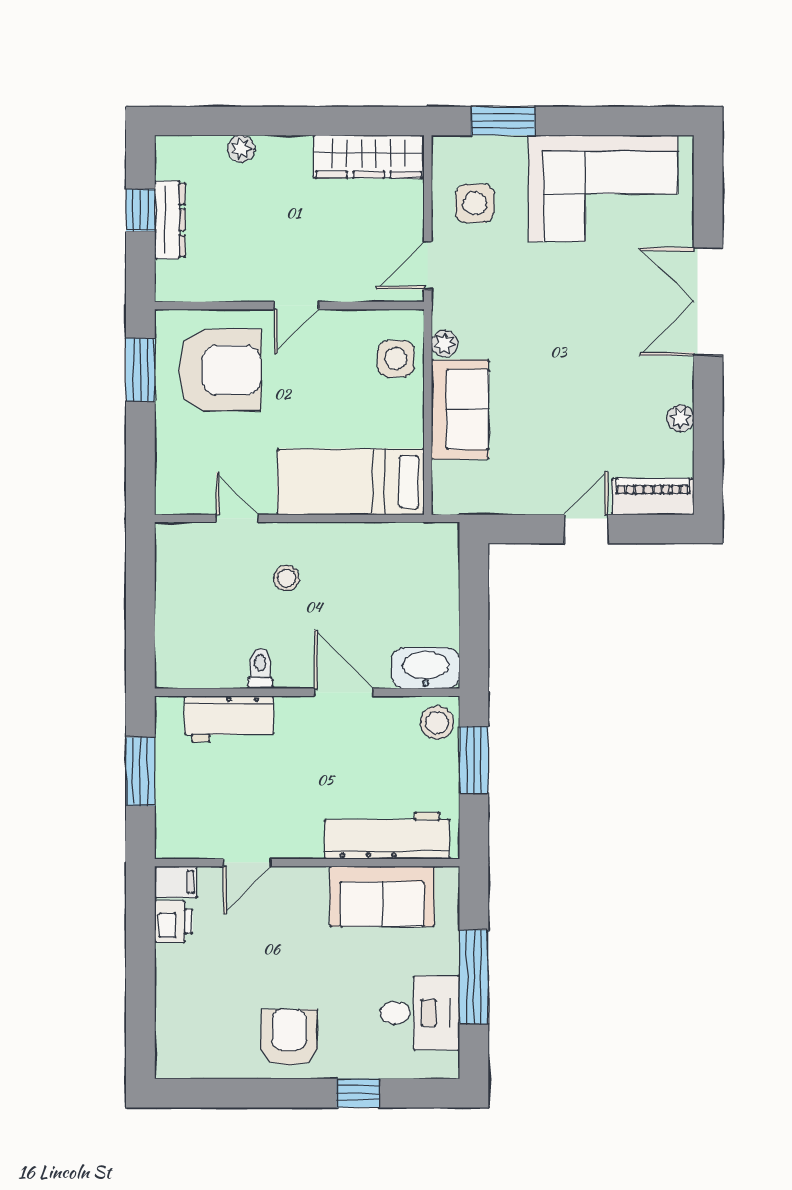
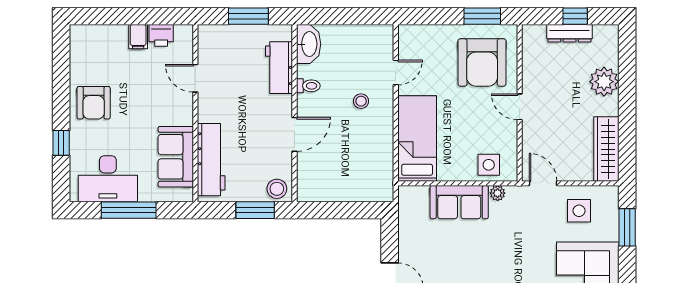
plant: (241, 149) -> (604, 82), width x1.88, depth x1.88
washbasin: (426, 668) -> (309, 44), moved
filing cabinet: (176, 882) -> (138, 37), moved
desk: (420, 1013) -> (108, 179), width x1.37
armchair: (289, 1037) -> (94, 103), turned 90

